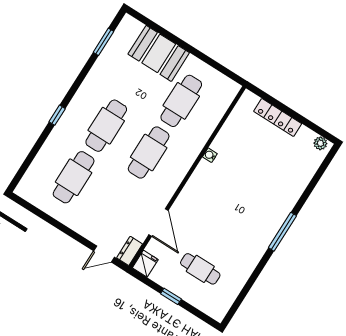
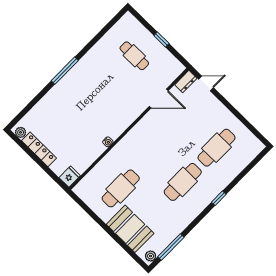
plant: (126, 25) -> (151, 256), added
window: (103, 42) -> (171, 247), width x1.44
locker: (278, 117) -> (39, 149), moved
cafe table: (149, 152) -> (155, 154), removed
door: (158, 223) -> (159, 99), swing flipped
fridge: (145, 264) -> (70, 177), moved, turned 180

